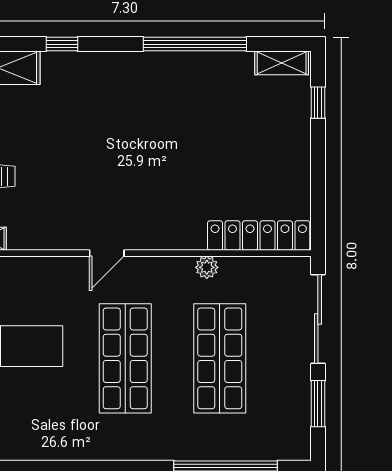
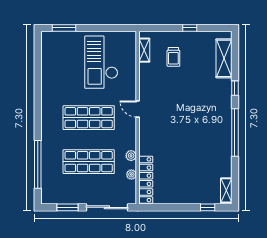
window: (195, 44) -> (235, 133), moved
plant: (247, 267) -> (131, 175), added

